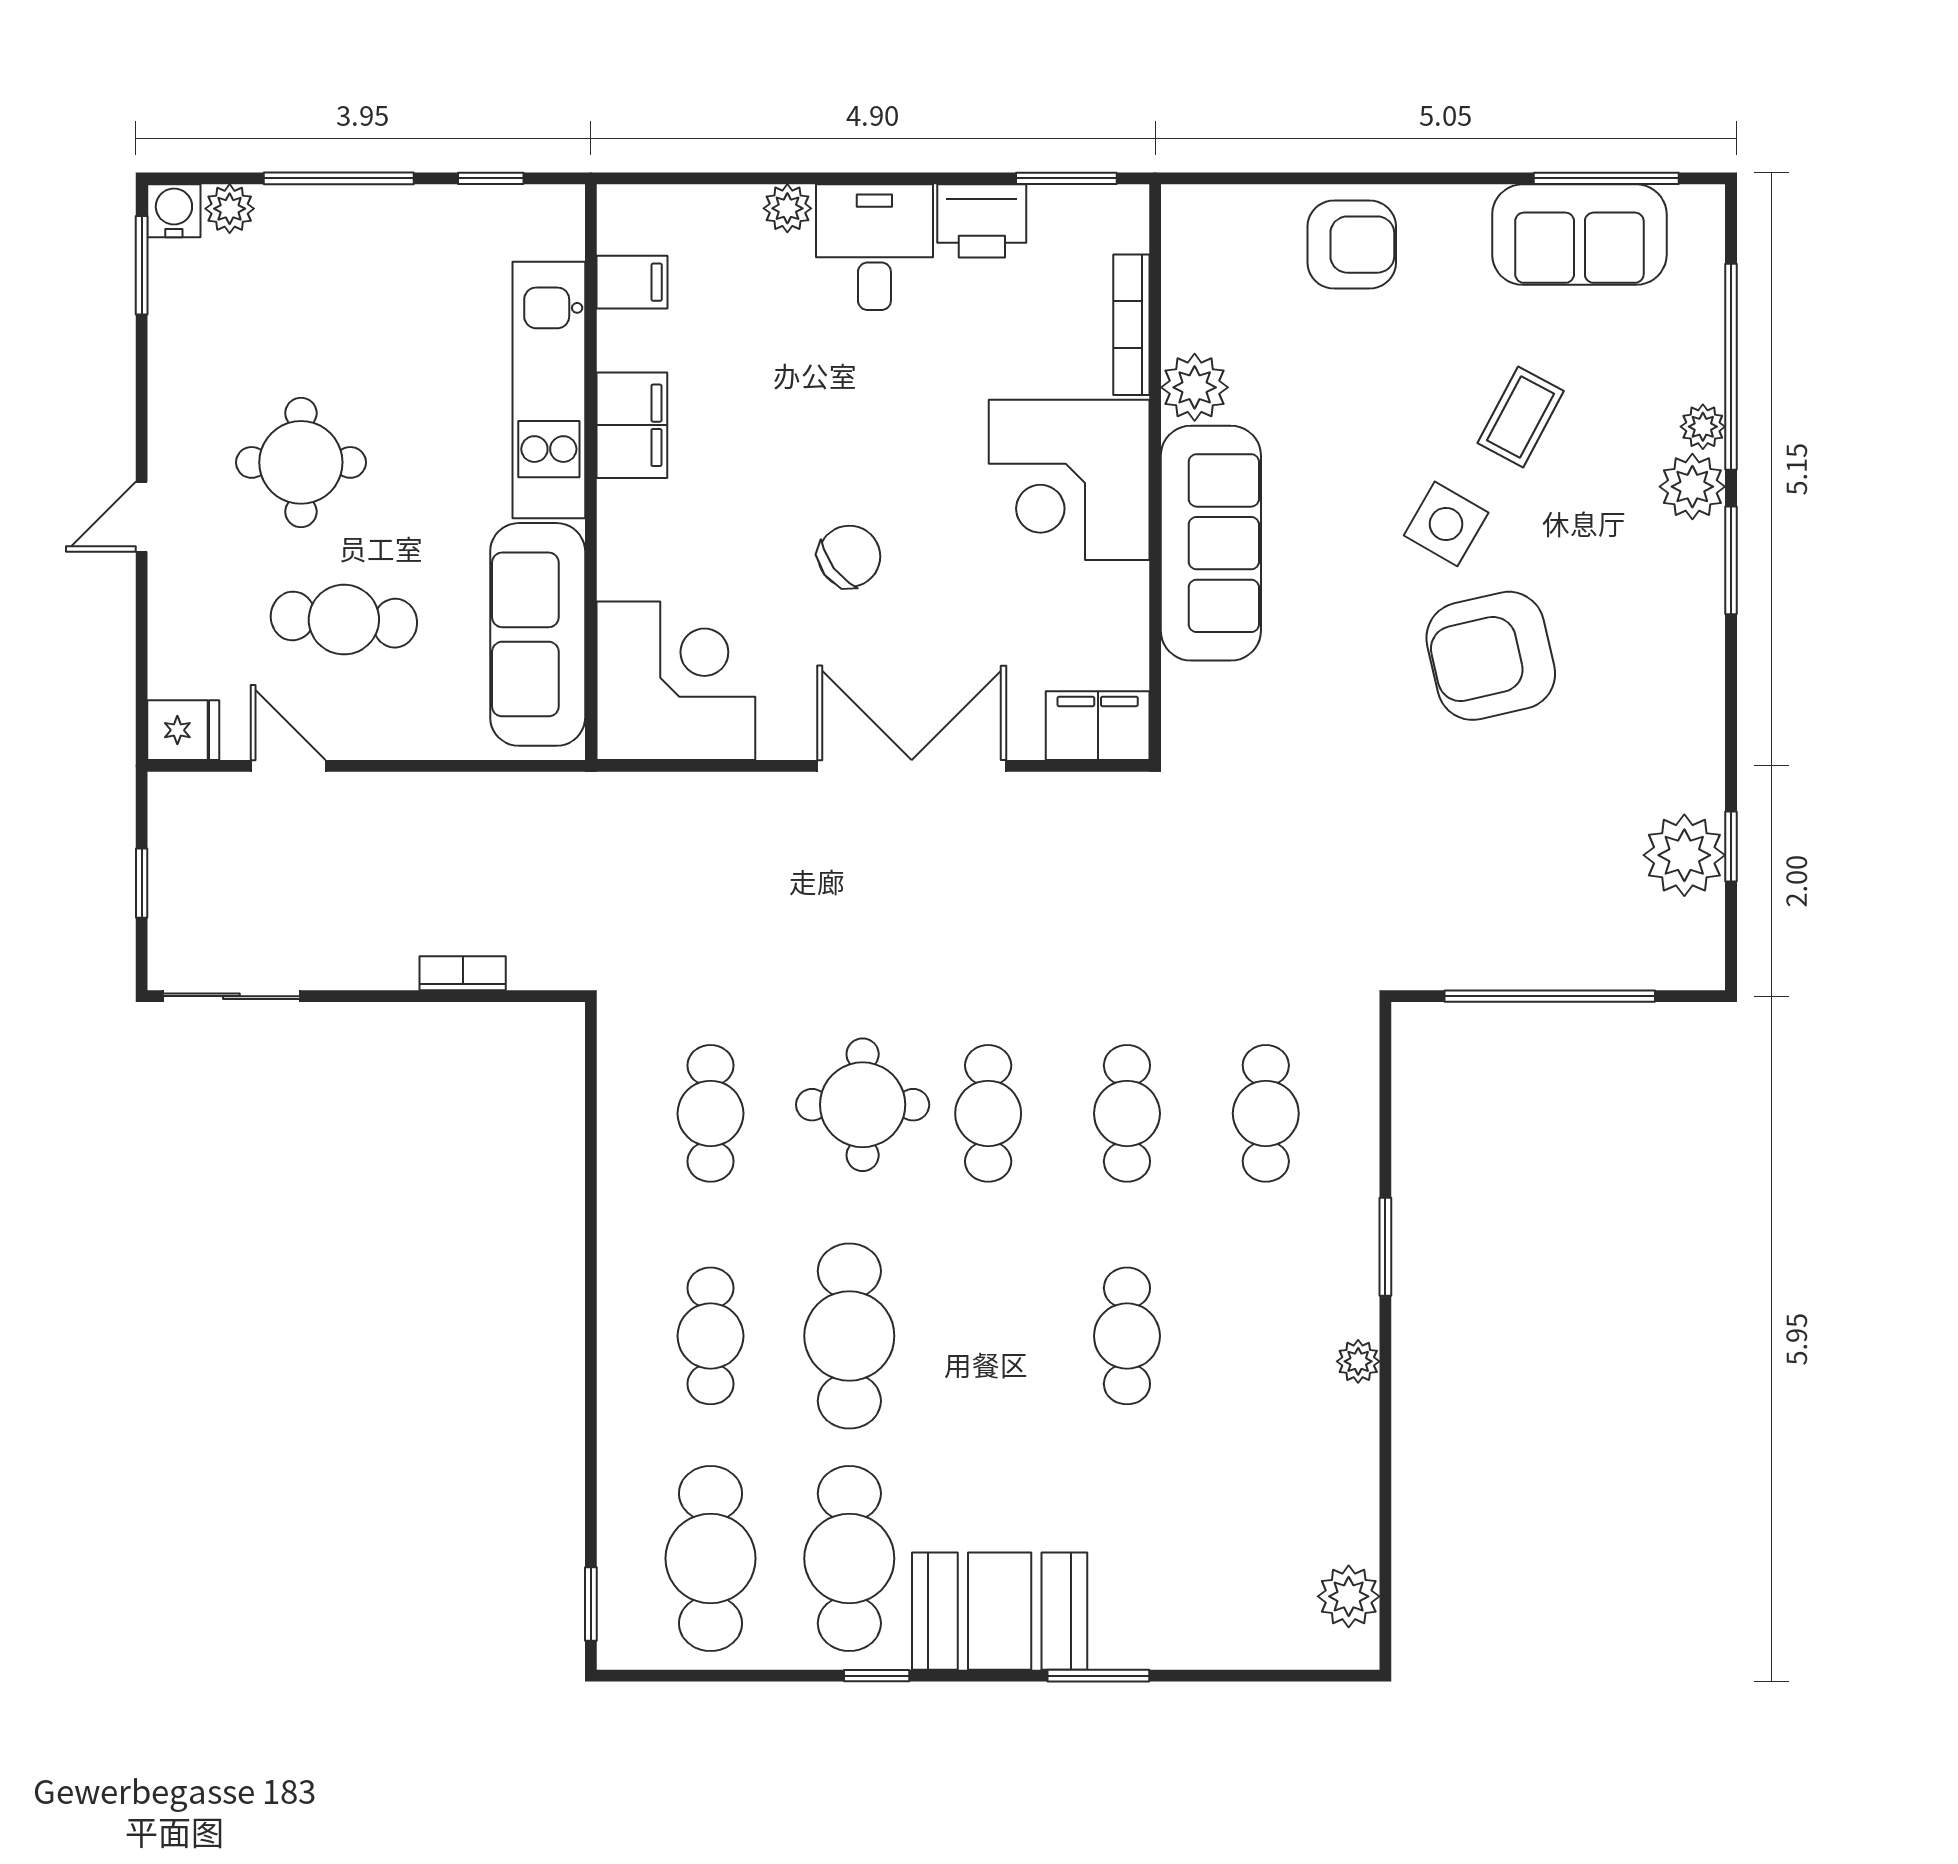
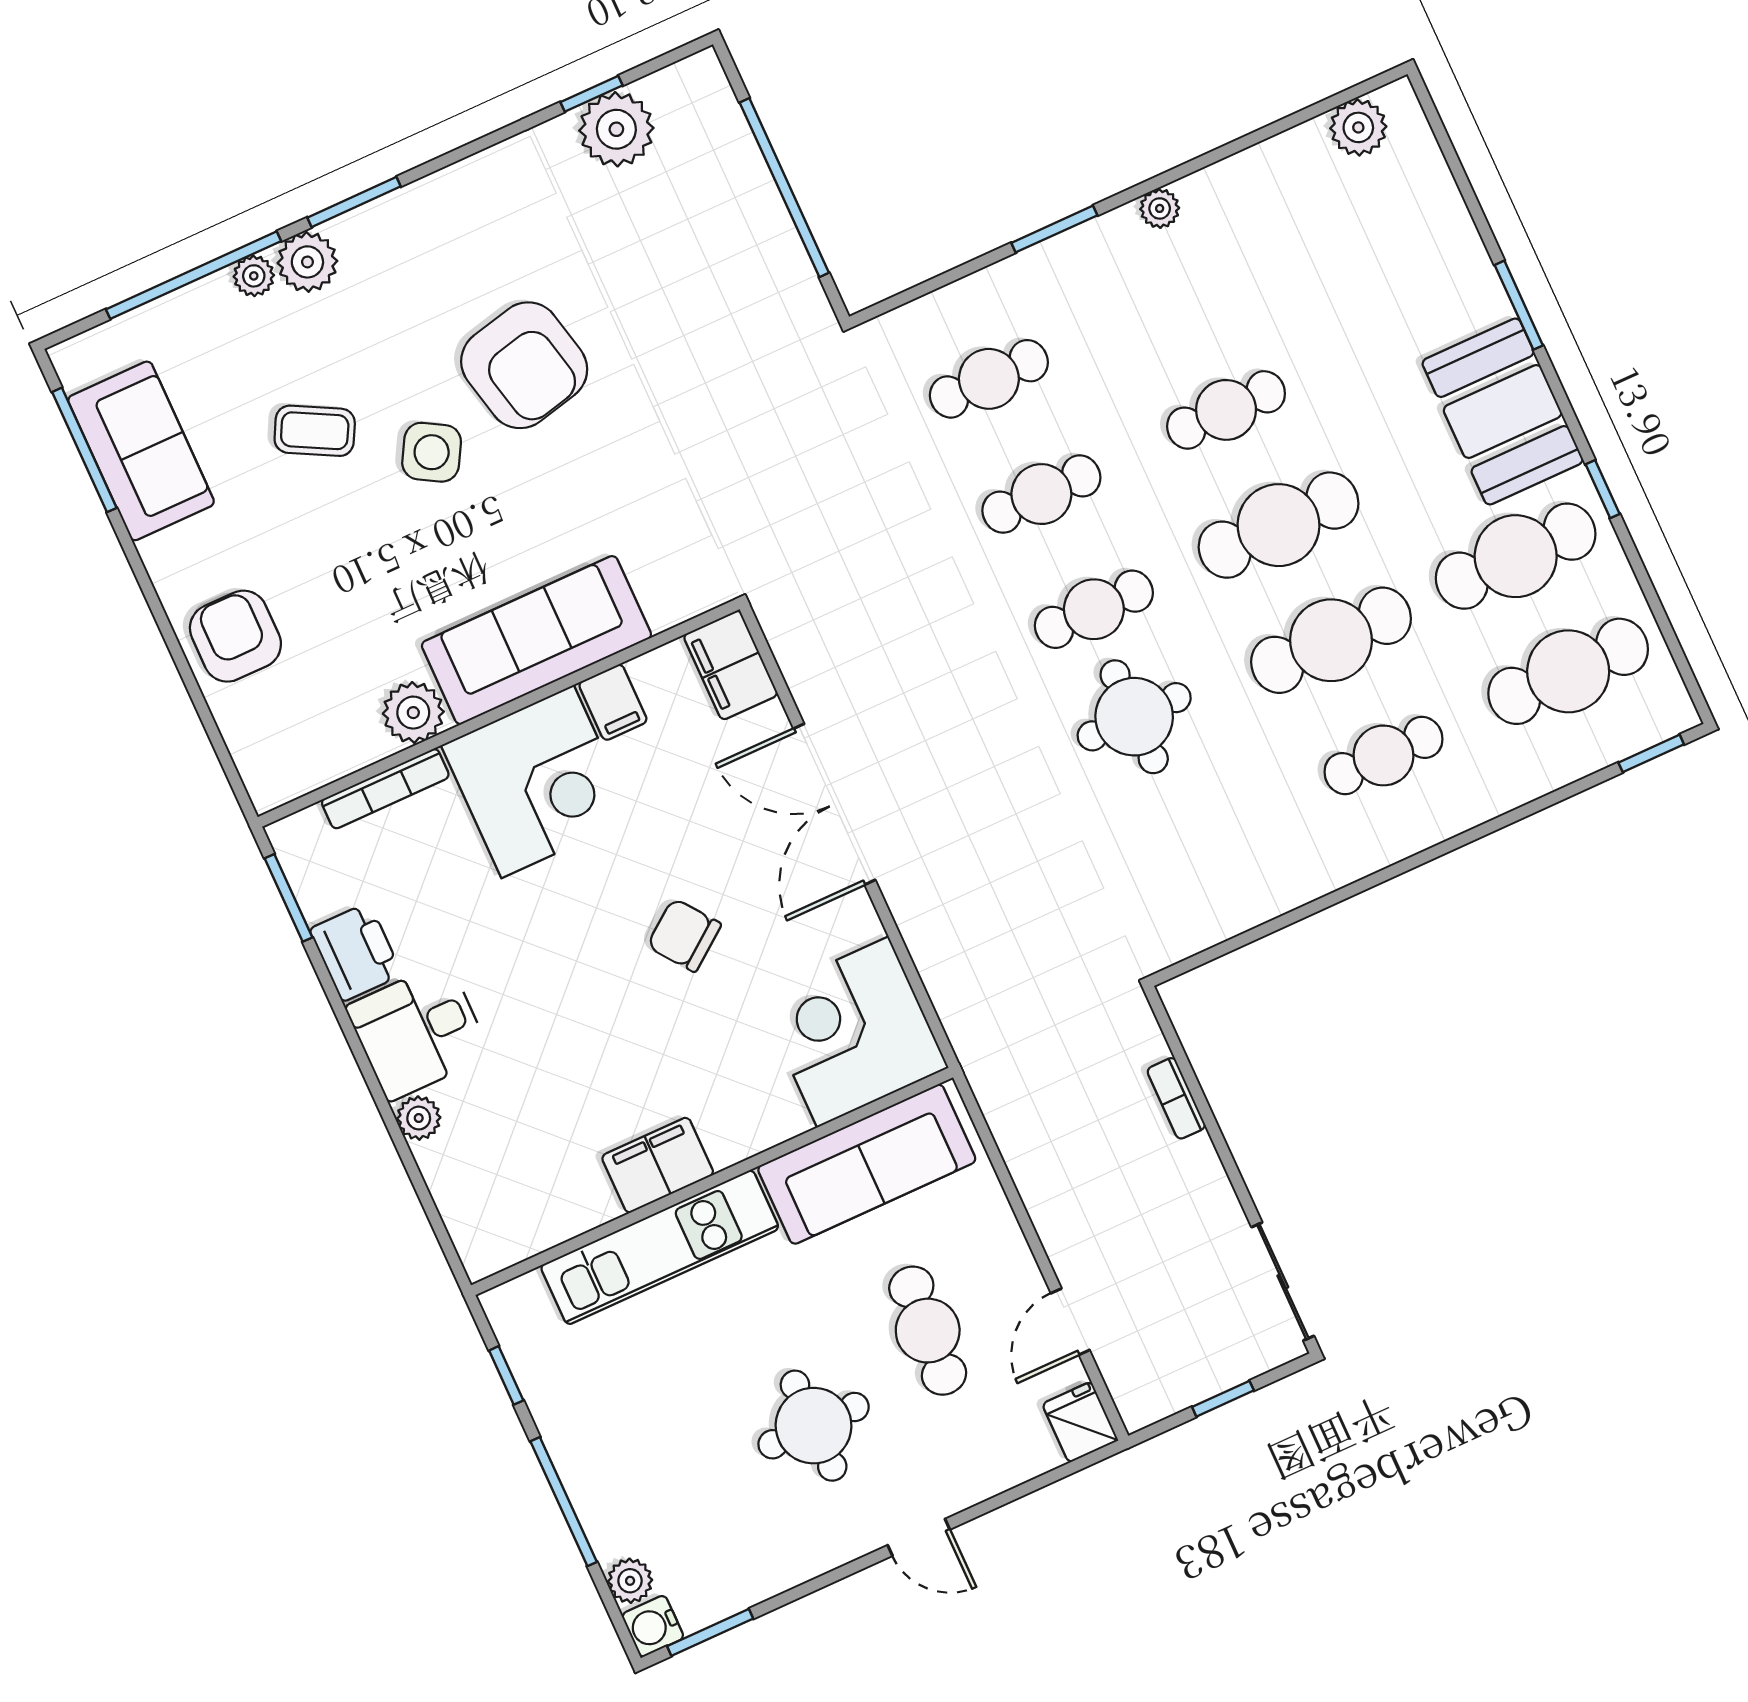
filing cabinet: (632, 282) -> (613, 702), moved, turned 180
cafe table: (710, 1113) -> (1279, 525), moved, width x1.37, depth x1.35

